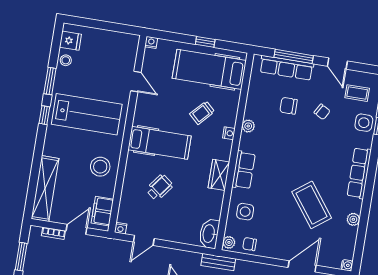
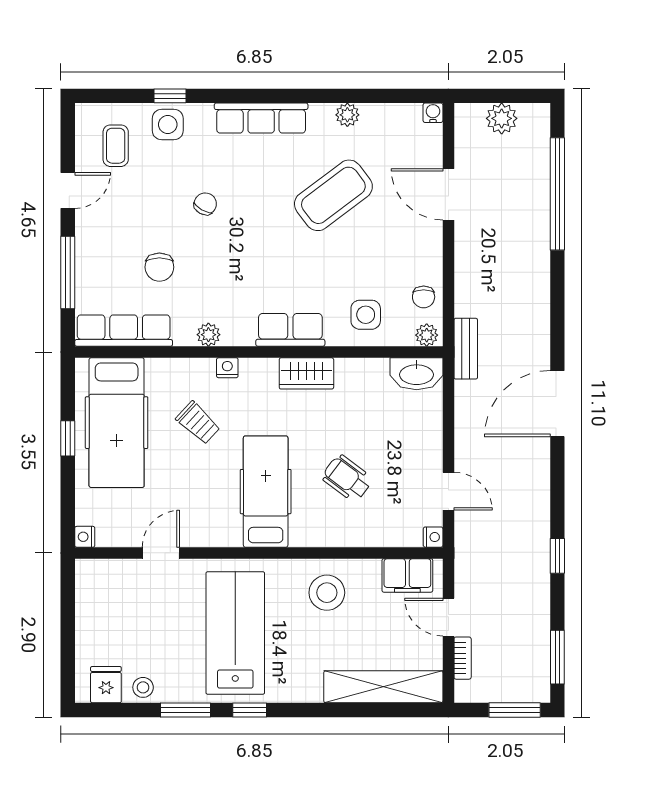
row of seats: (287, 68) -> (124, 331), moved, turned -90
chair: (322, 112) -> (205, 204), moved

